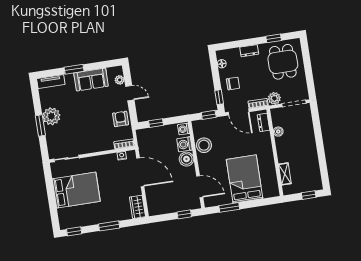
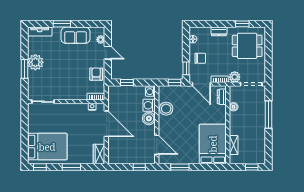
dining table: (283, 62) -> (247, 46), turned 90
window: (318, 134) -> (268, 115), added
bed: (245, 179) -> (213, 144), moved
bed: (76, 190) -> (47, 147), moved

